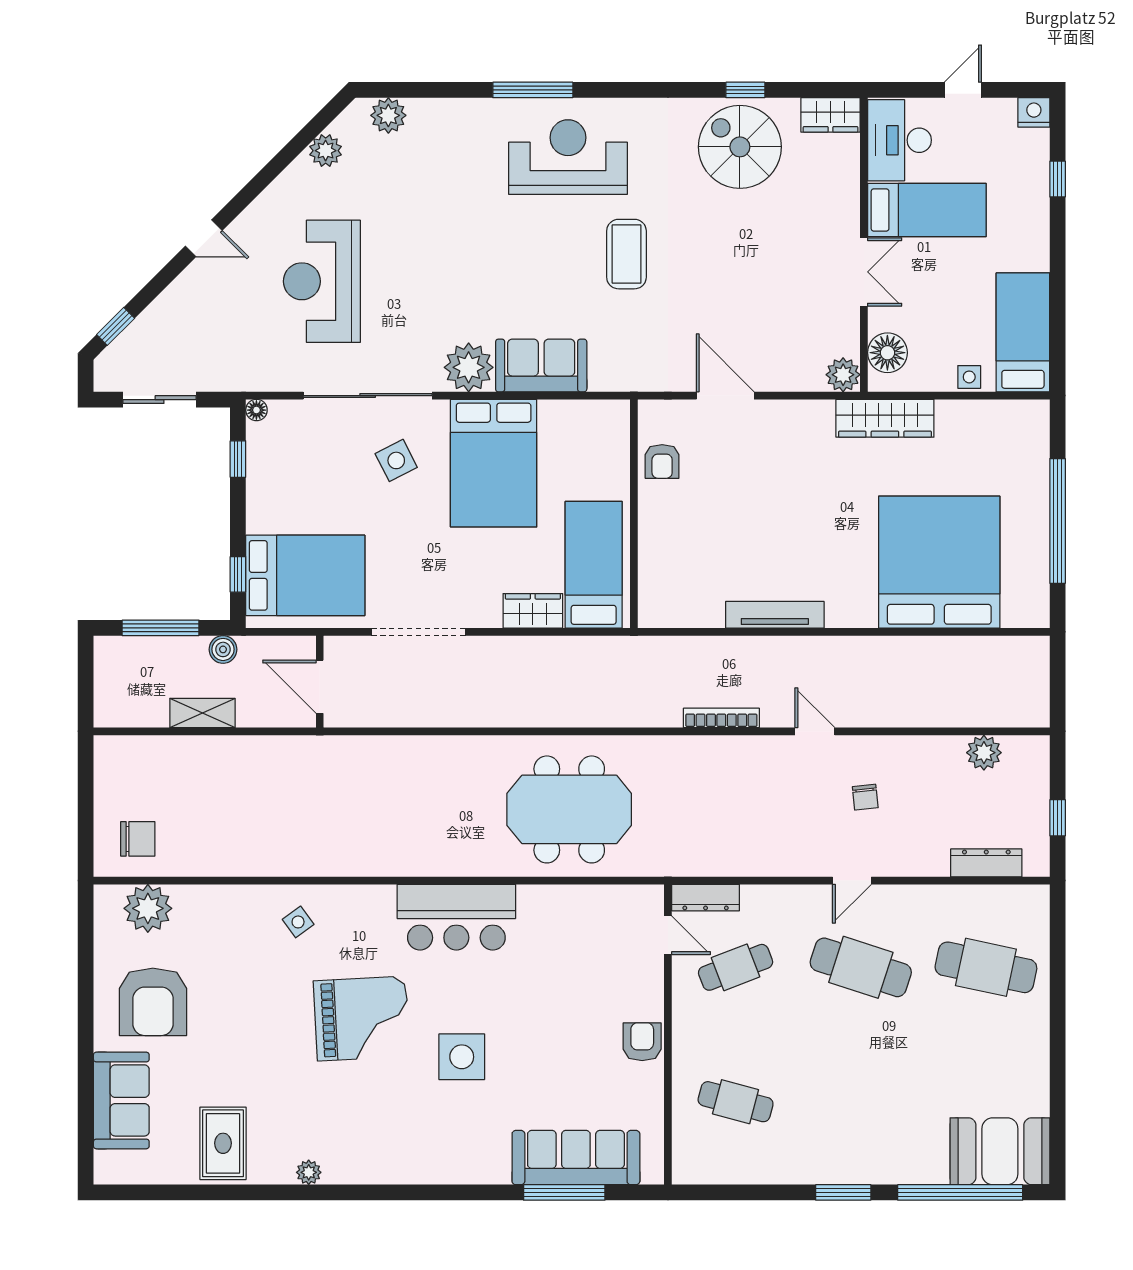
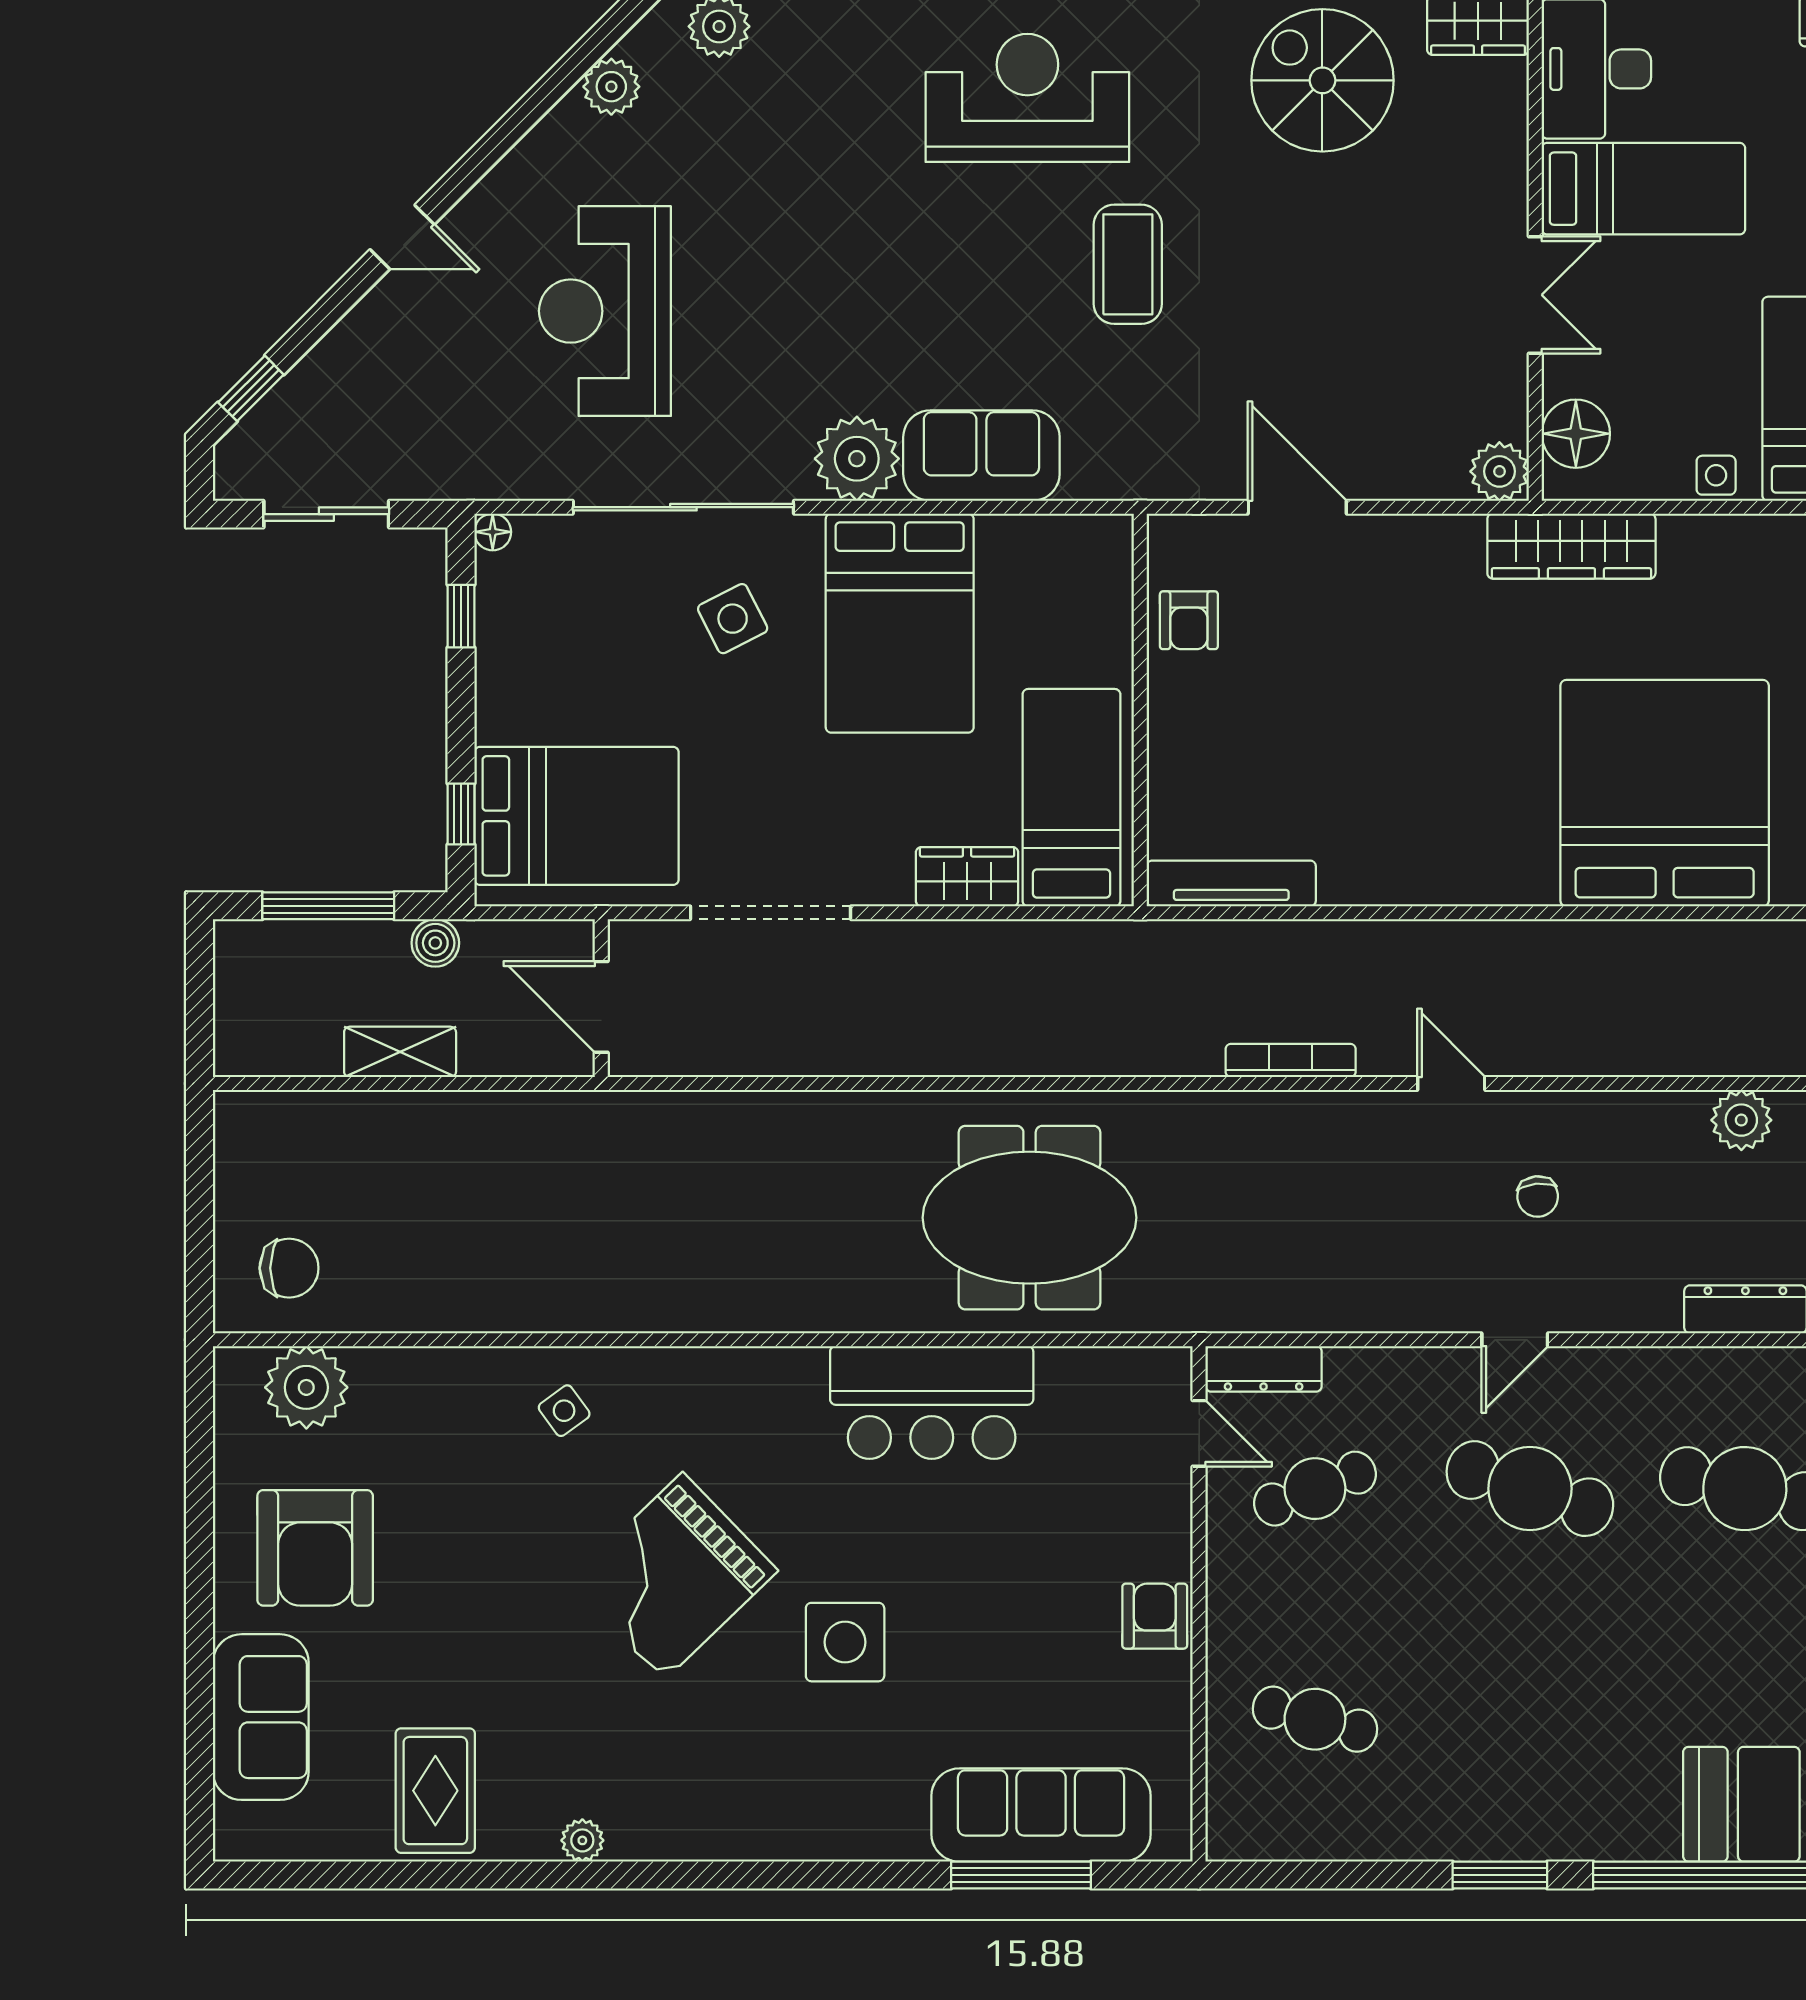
tv unit: (775, 615) -> (1231, 883), moved
bar counter: (456, 917) -> (932, 1403), moved
grand piano: (362, 1019) -> (673, 1576), turned 139

